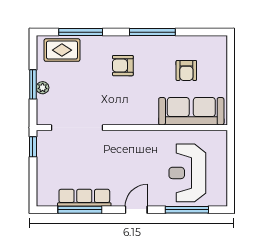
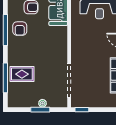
rug: (62, 50) -> (22, 74), moved, turned 90
armchair: (123, 66) -> (20, 29), moved

